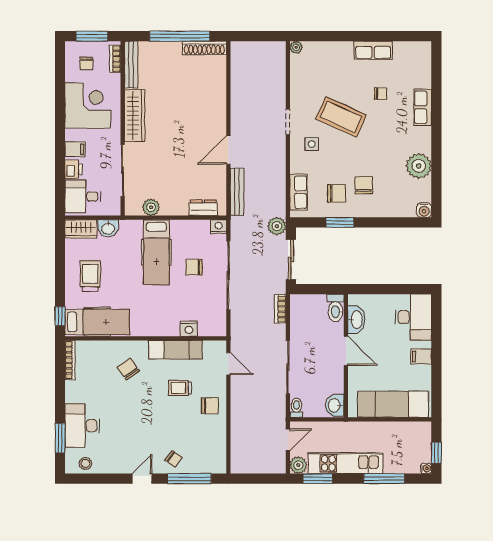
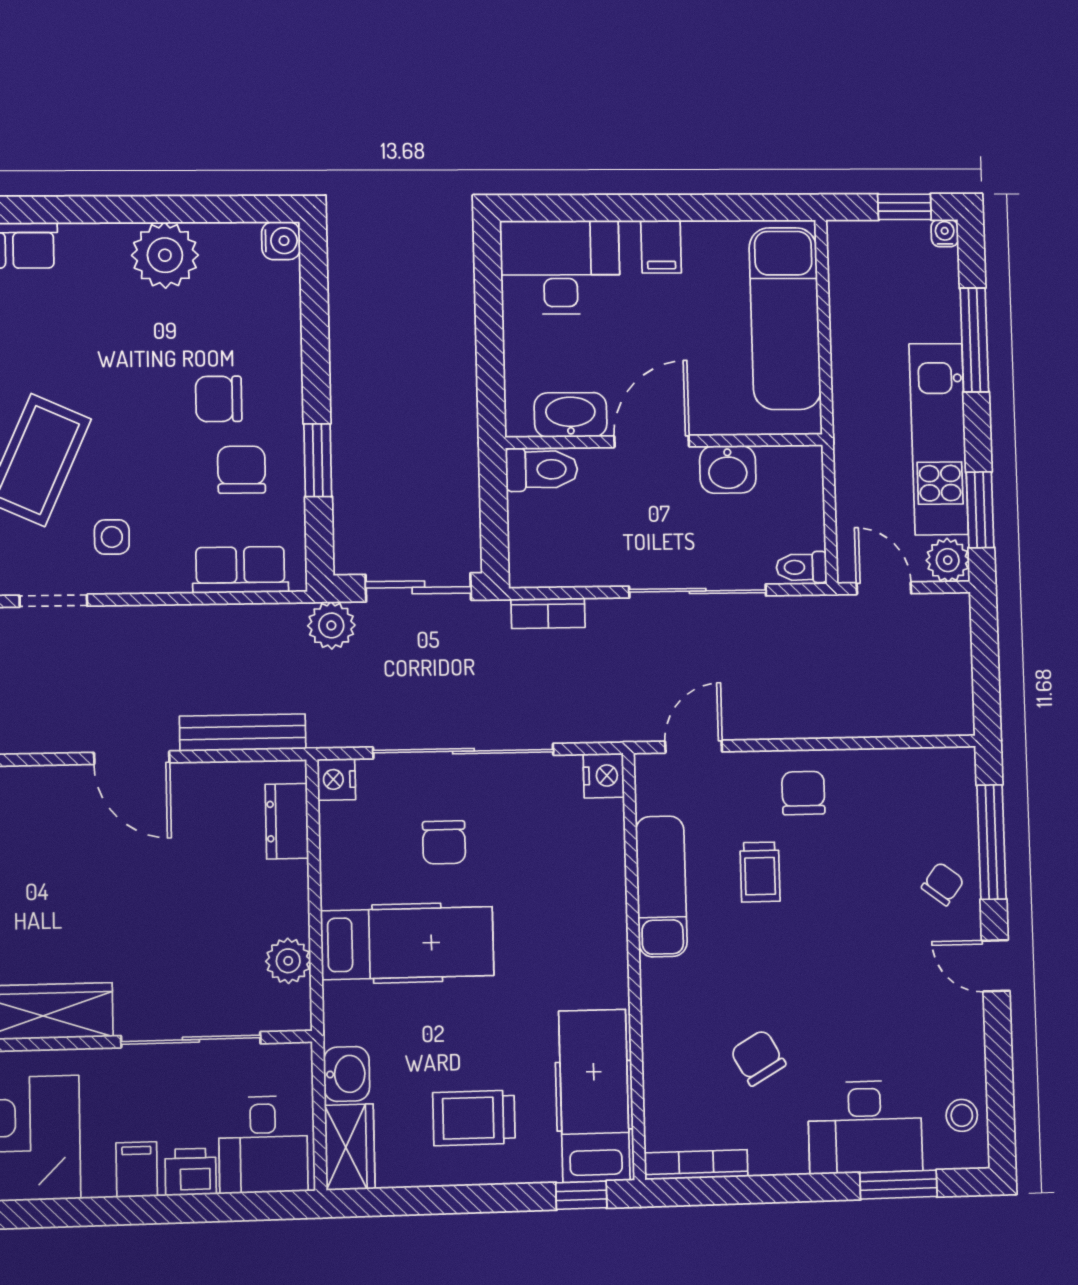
nightstand: (189, 329) -> (604, 776), moved
chair: (128, 369) -> (758, 1058), moved, turned 95
washbasin: (335, 405) -> (728, 469), moved

